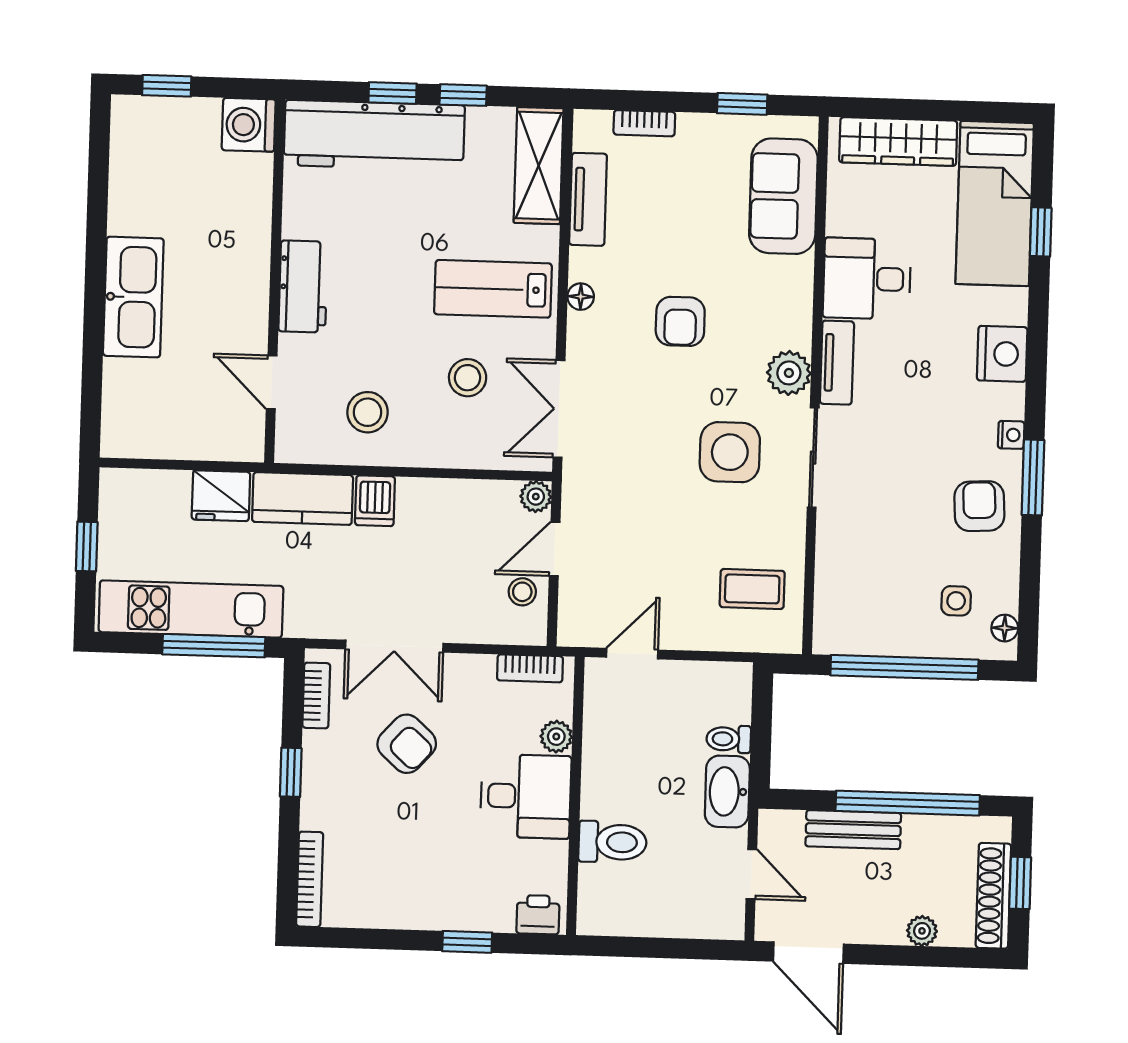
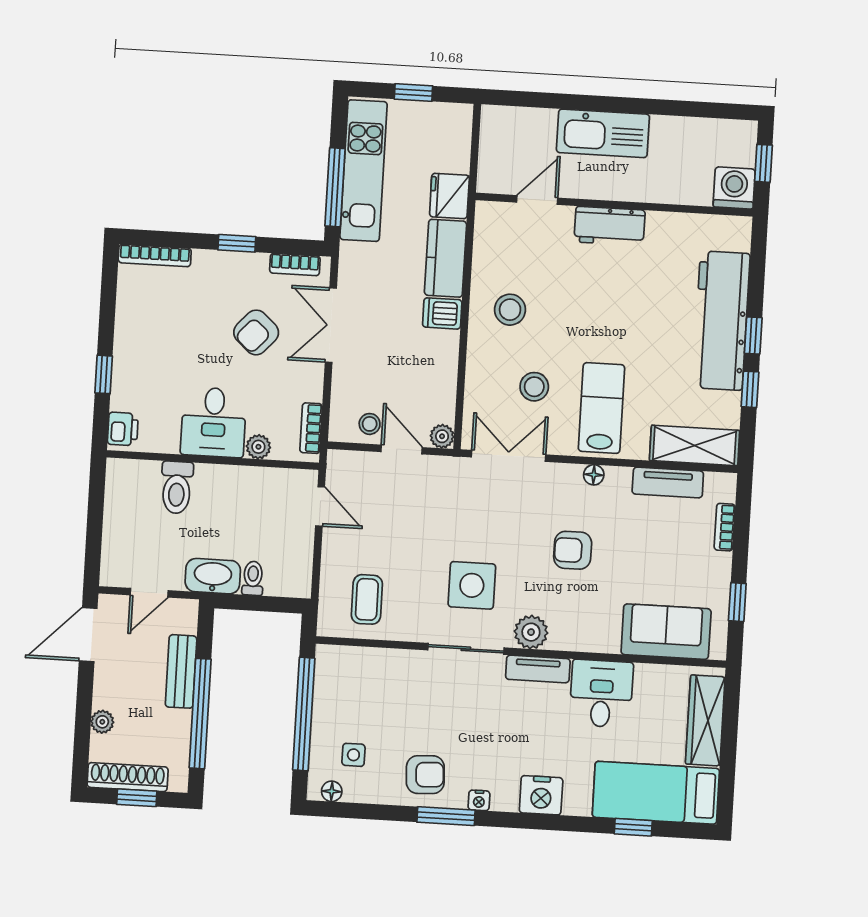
washing machine: (249, 125) -> (734, 188), moved
wall: (275, 281) -> (614, 205), moved
workbench: (303, 286) -> (610, 226), moved
door: (272, 382) -> (537, 200), moved

